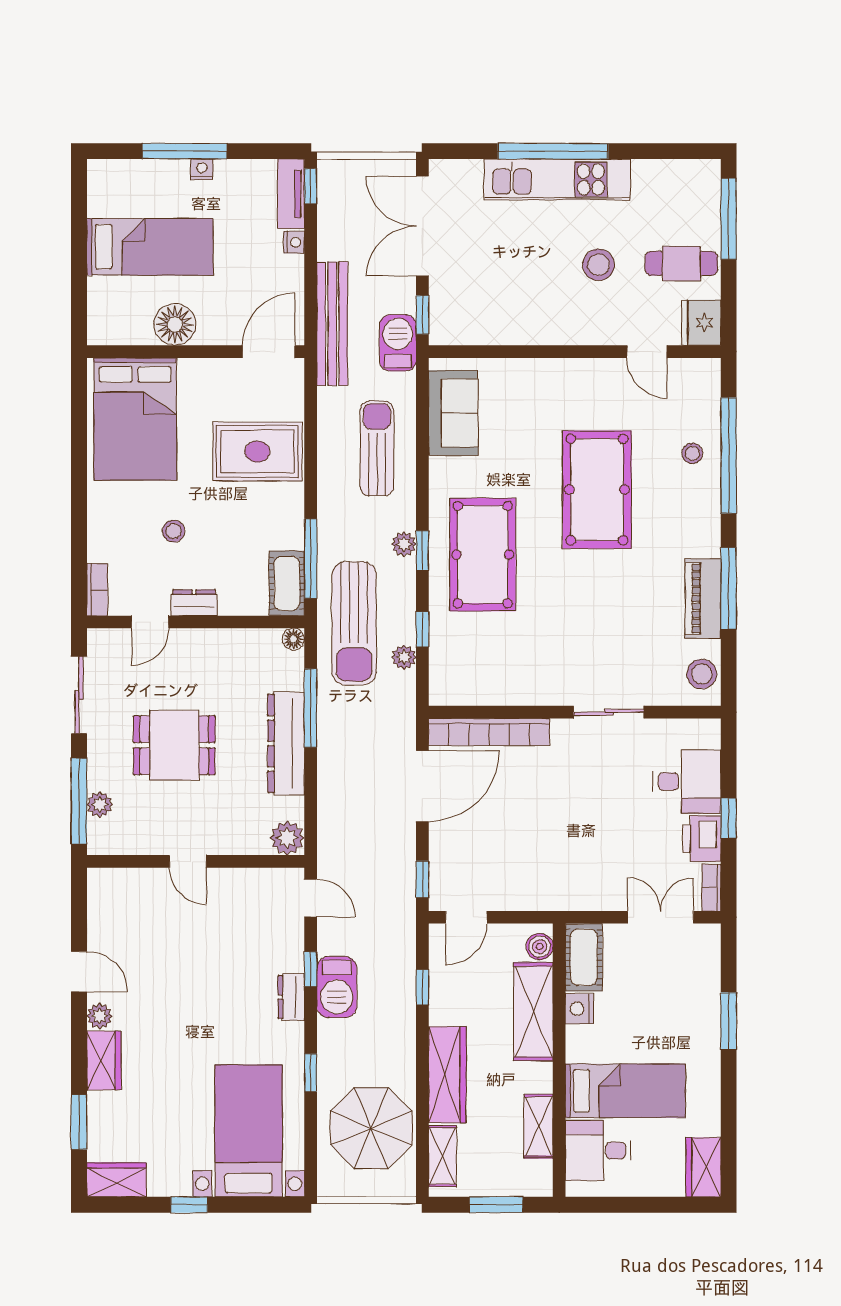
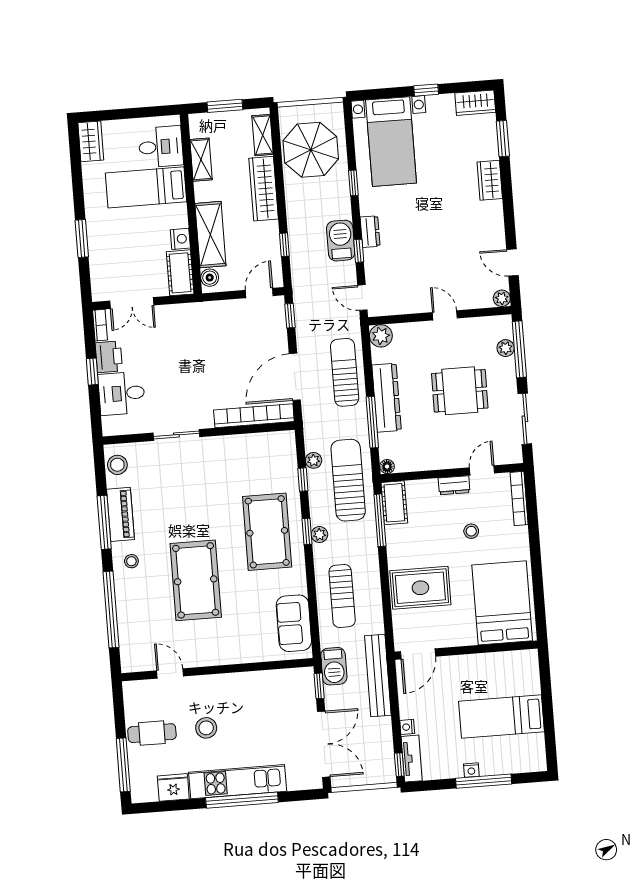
fridge: (701, 323) -> (173, 787), moved, turned -90
floor lamp: (175, 324) -> (481, 667), removed
stool: (692, 453) -> (131, 561), moved
bookcase: (97, 590) -> (519, 498), width x1.56
sun lounger: (346, 787) -> (345, 372), added
door: (79, 972) -> (513, 262), moved
plant: (100, 1016) -> (502, 298), moved

